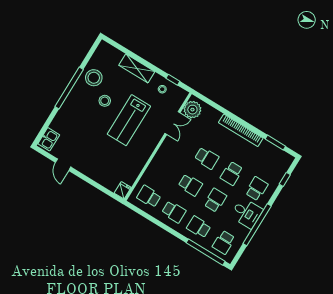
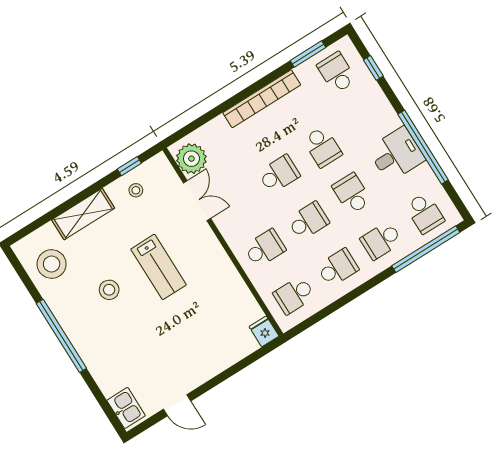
stool: (94, 78) -> (52, 264), moved
lab bench: (129, 120) -> (159, 267), width x0.73, depth x0.72
school desk: (165, 170) -> (265, 248), added
school desk: (257, 189) -> (337, 73), moved

